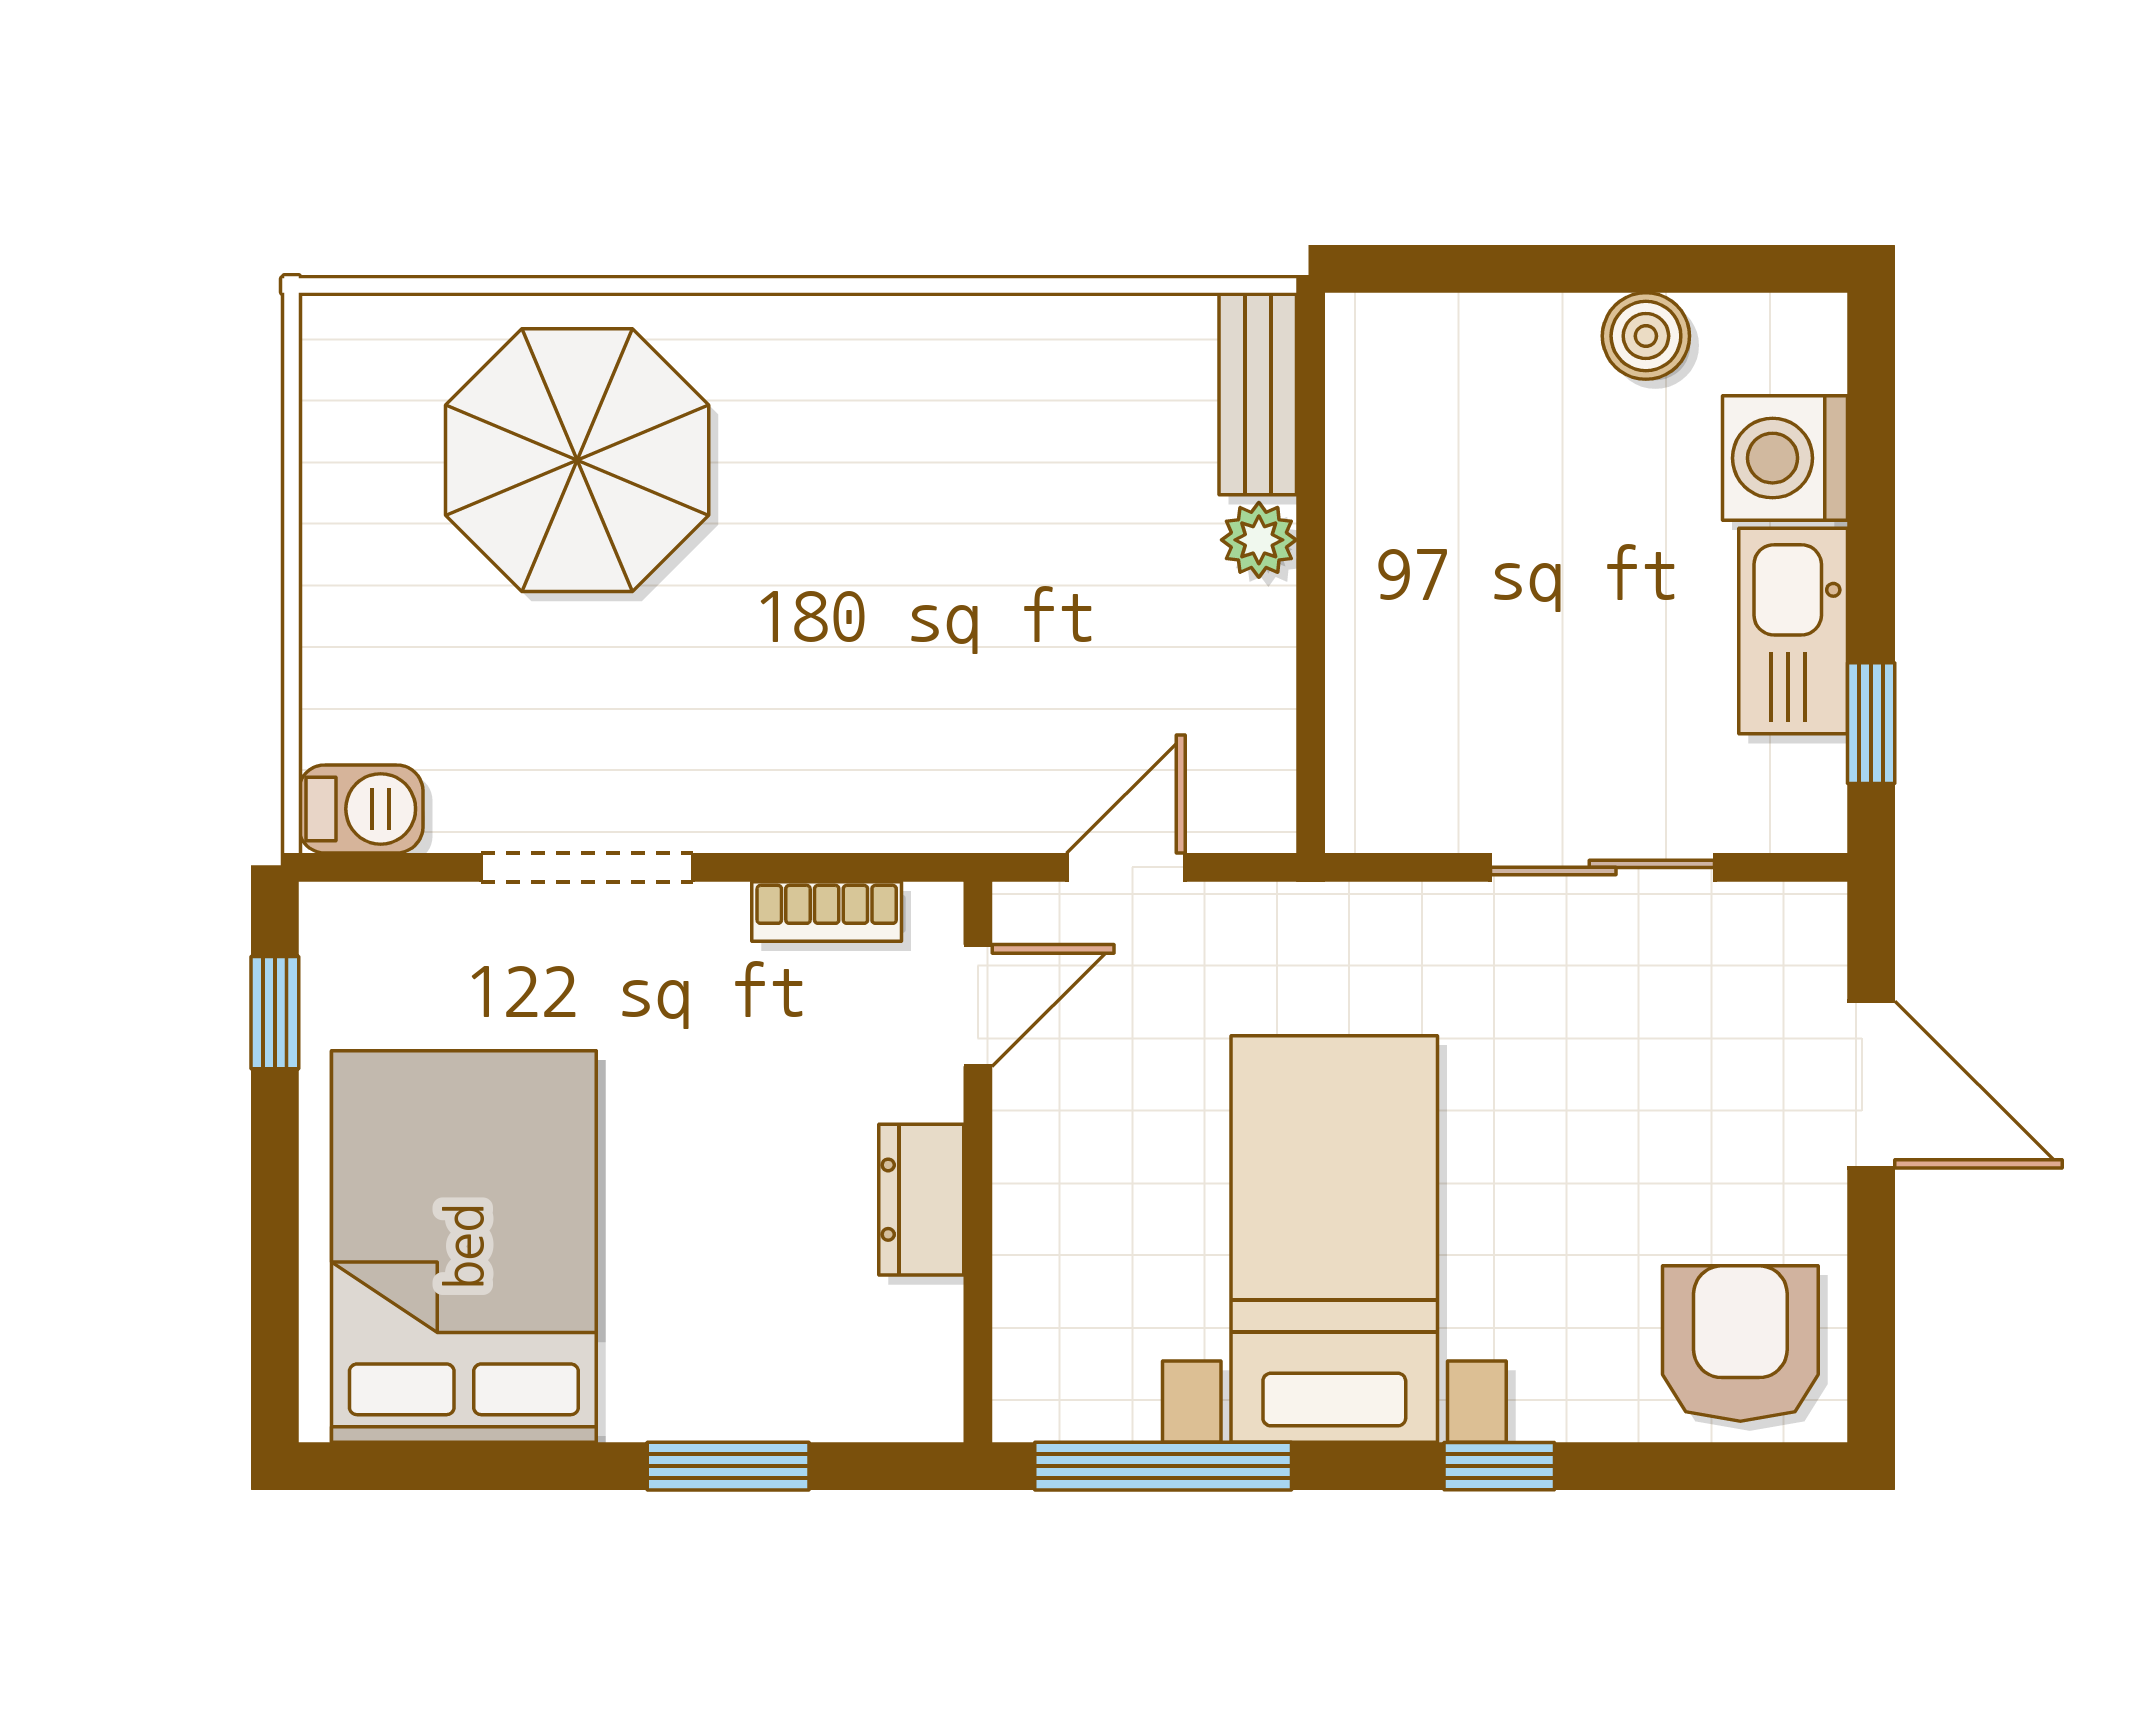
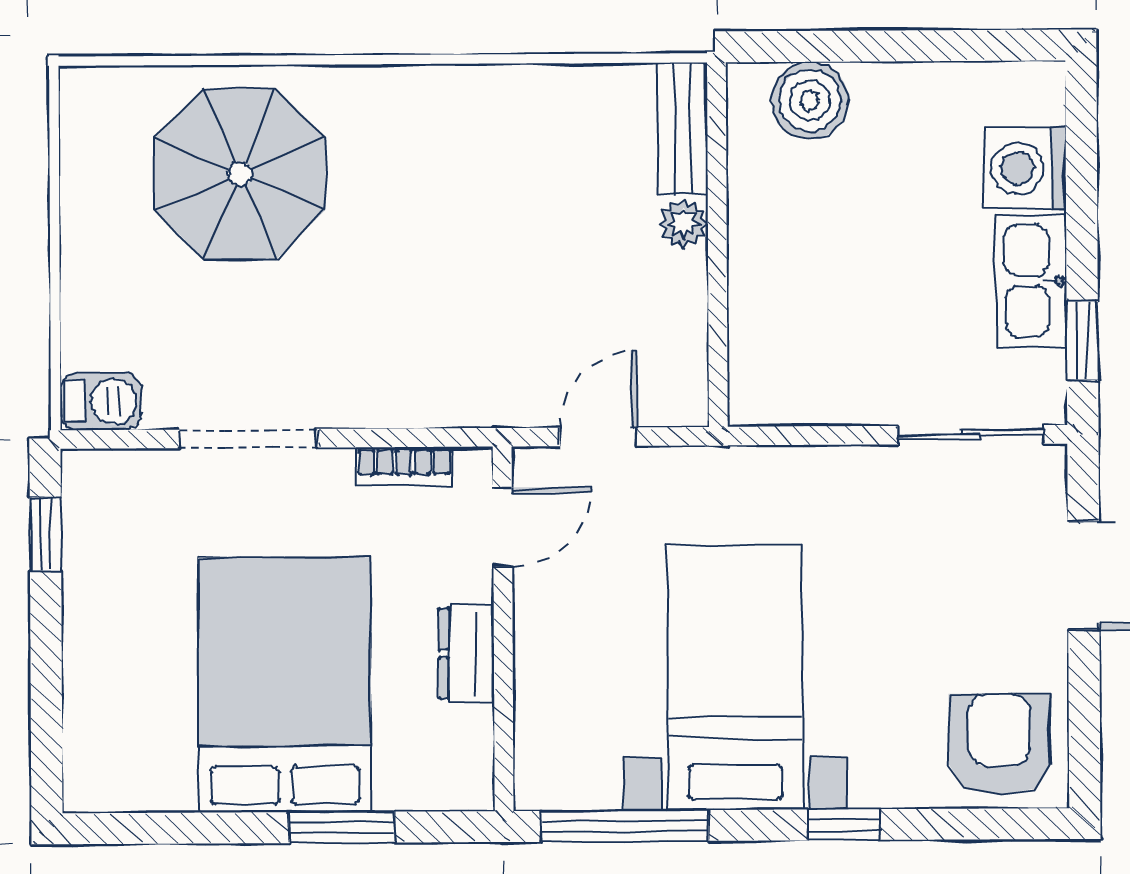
boiler: (1646, 336) -> (810, 100), moved, width x1.36, depth x1.36
sliding door: (1603, 867) -> (971, 435), moved
bed: (464, 1246) -> (285, 685), moved

